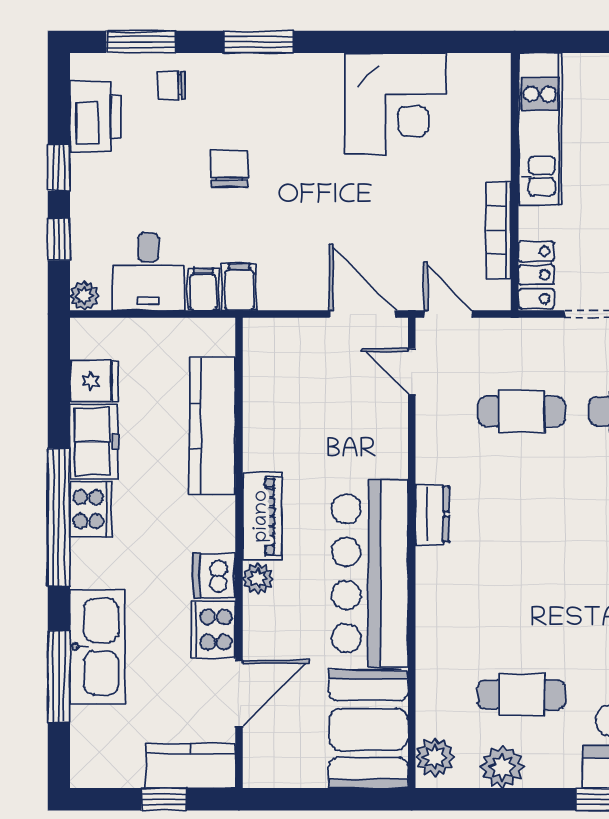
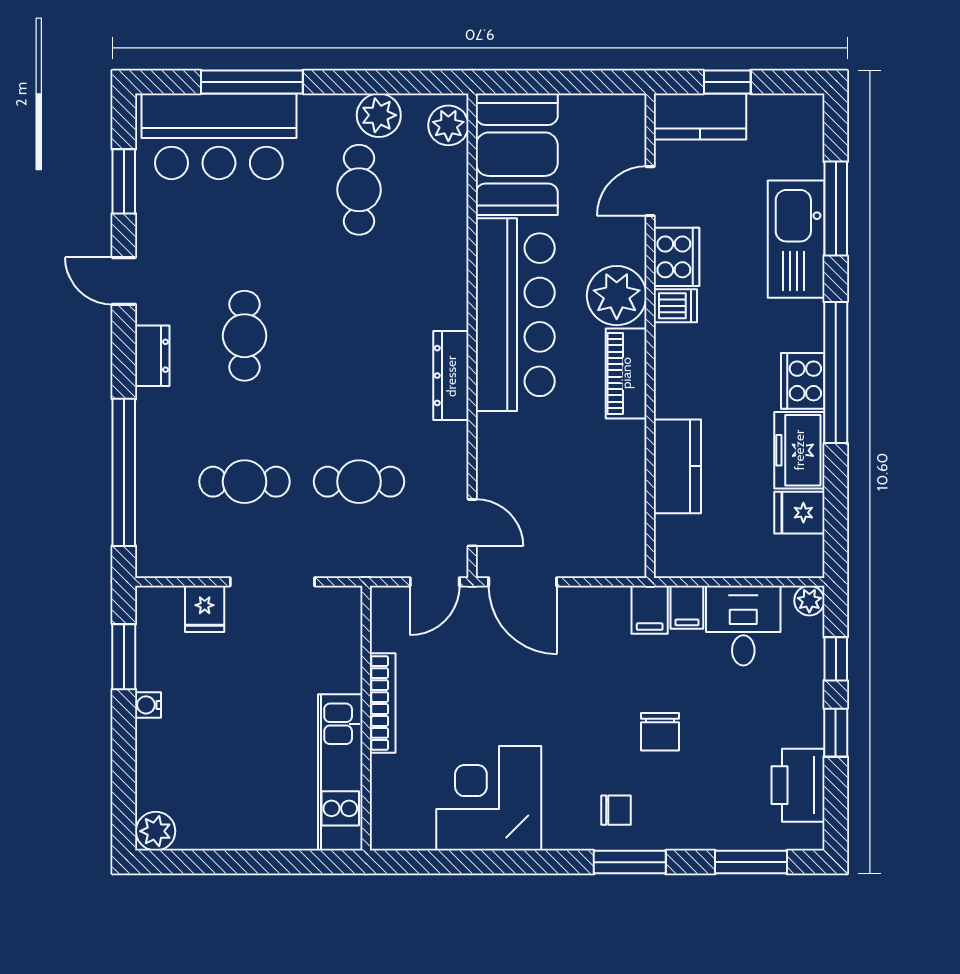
chair: (171, 85) -> (616, 810), moved
bookcase: (499, 230) -> (383, 703), moved
locker: (536, 275) -> (344, 622), removed
door: (448, 314) -> (435, 582), hinge flipped
kitchen counter: (212, 426) -> (677, 466), width x0.67
dresser: (432, 514) -> (451, 376), width x1.44
dishwasher: (214, 576) -> (675, 306), width x0.73
plant: (258, 578) -> (617, 296), width x1.88, depth x1.88
door: (239, 693) -> (650, 191), width x0.73
cafe table: (522, 695) -> (359, 190), turned 90

